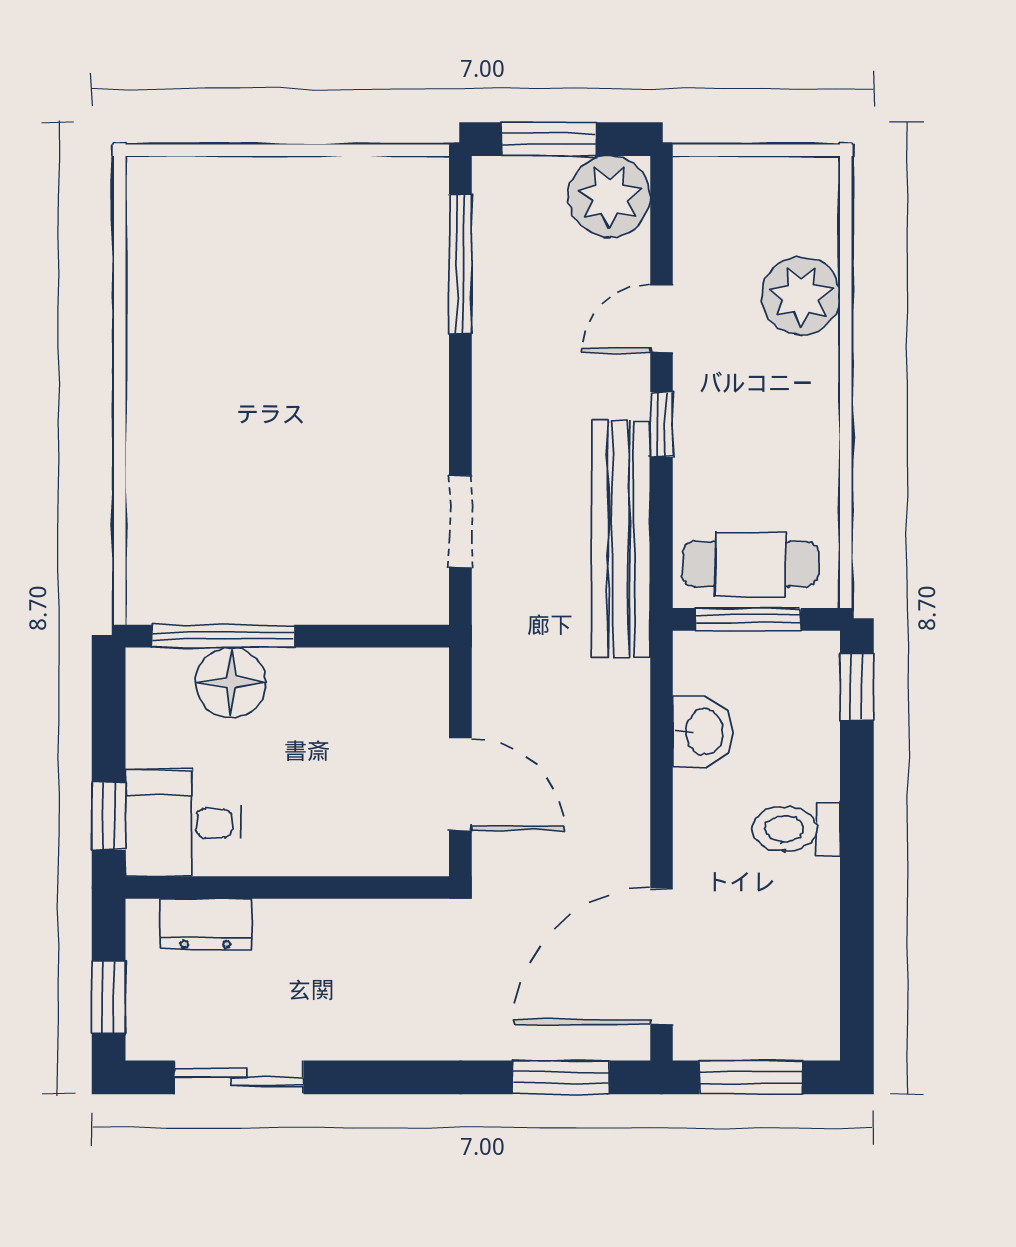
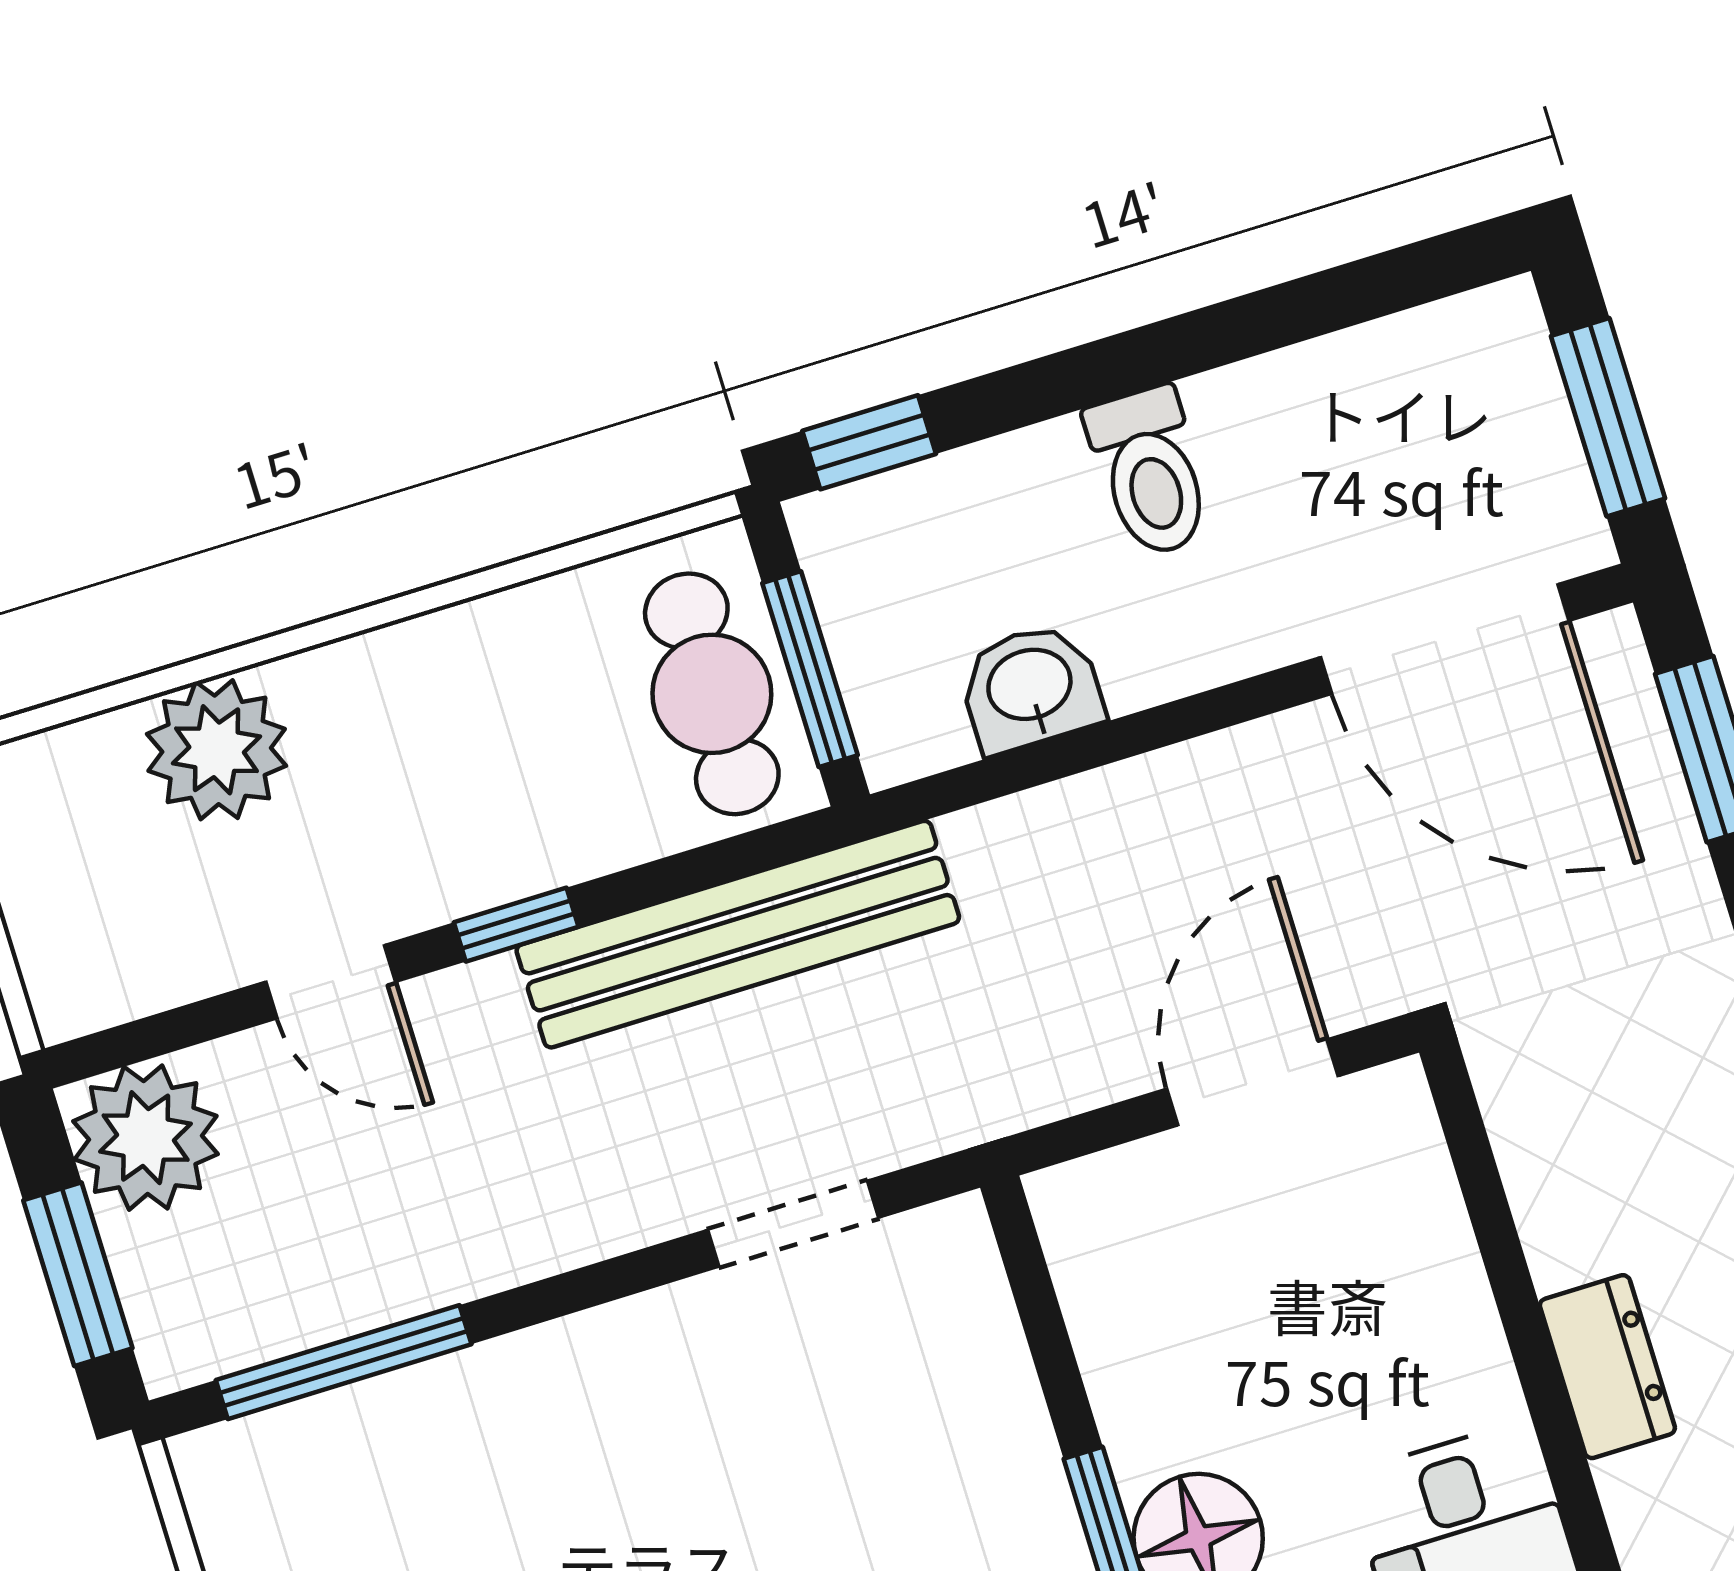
dresser: (206, 924) -> (1607, 1367), moved

